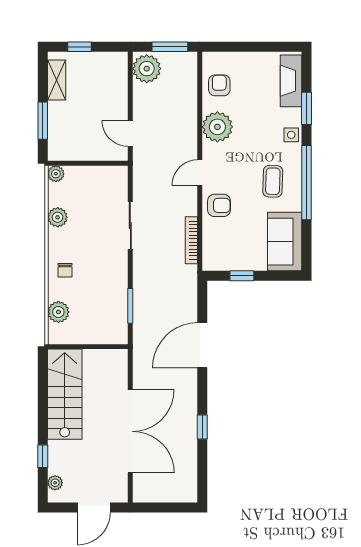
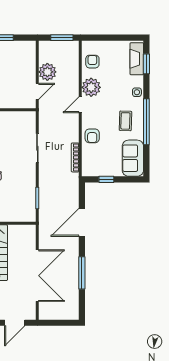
plant: (147, 69) -> (47, 72), moved
window: (307, 108) -> (146, 64), moved
door: (130, 133) -> (37, 91), swing flipped
door: (200, 173) -> (80, 105), moved
armchair: (219, 205) -> (92, 136), turned 90
window: (202, 427) -> (82, 273), width x2.17

